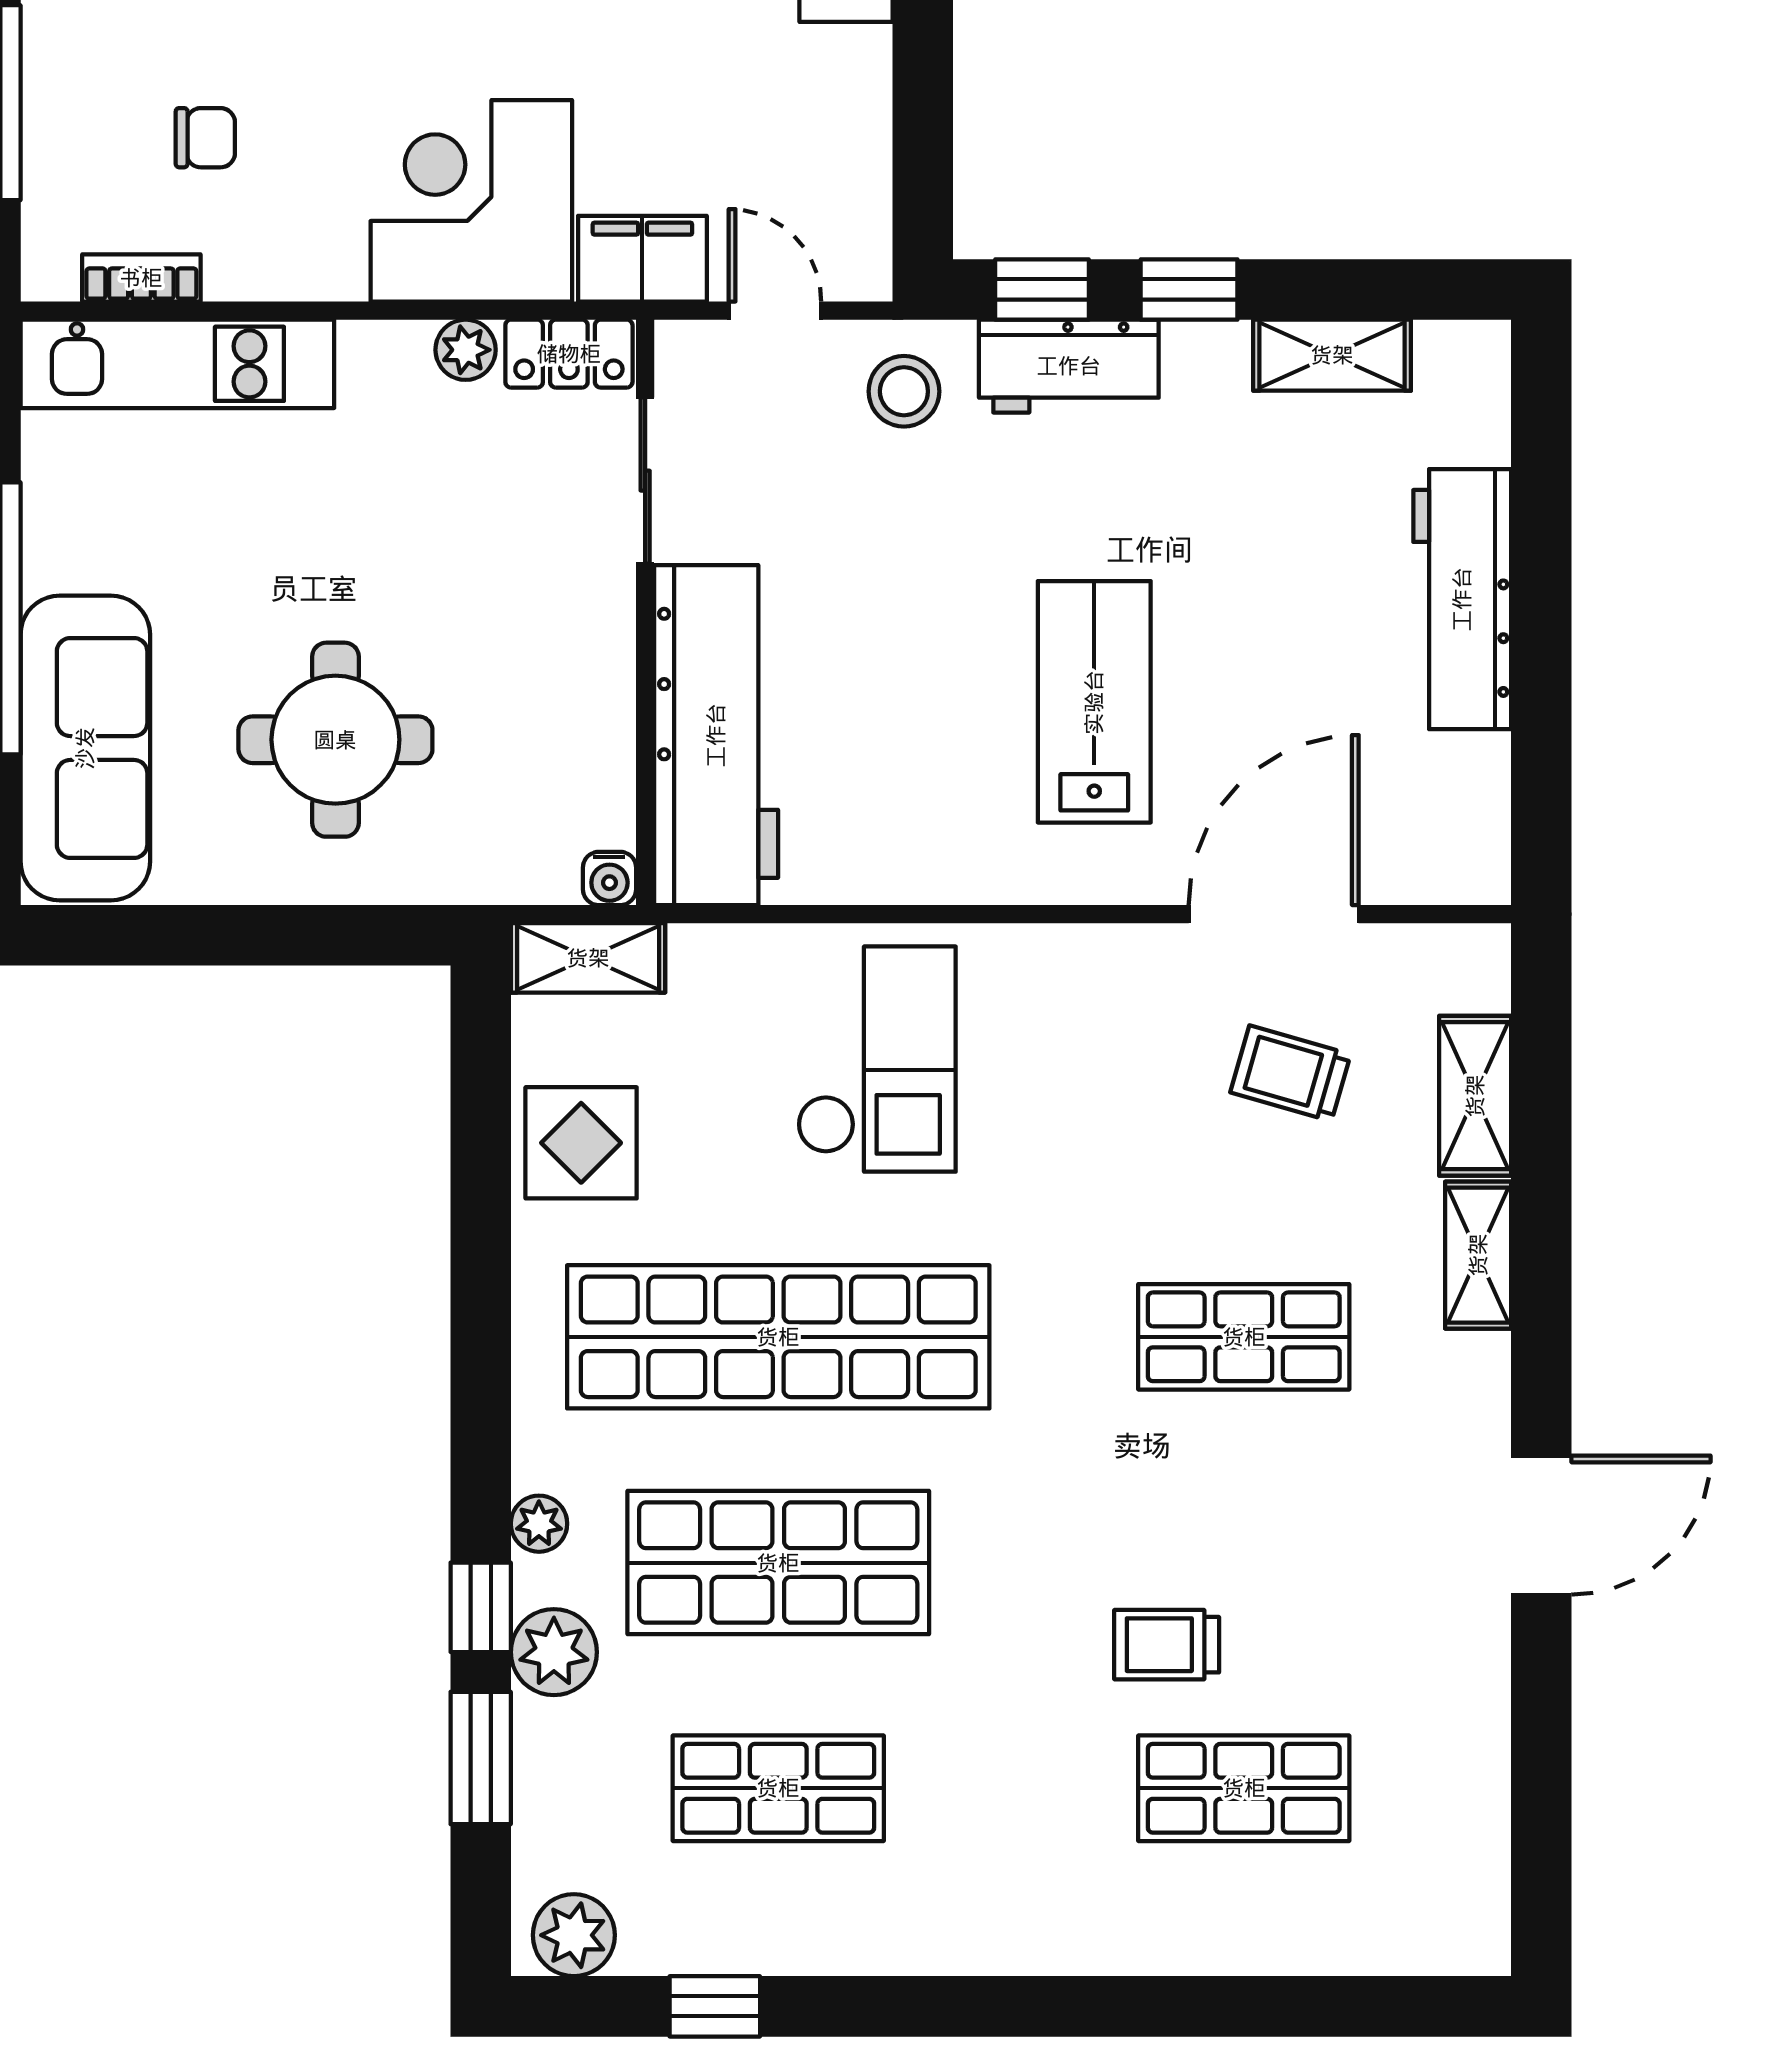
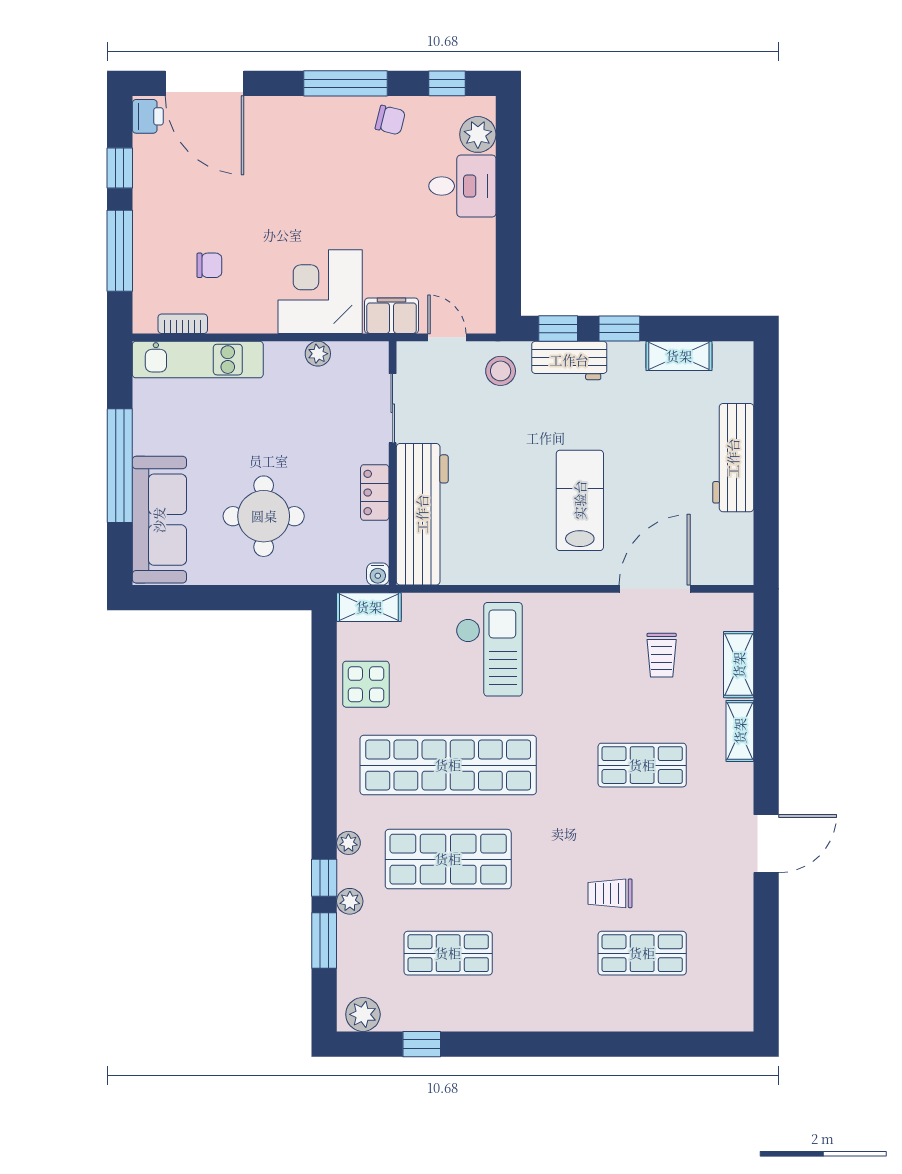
locker: (569, 354) -> (375, 493), moved, turned 90
trolley: (1290, 1073) -> (662, 655), turned -106
plant: (554, 1652) -> (350, 901), width x0.73, depth x0.73

